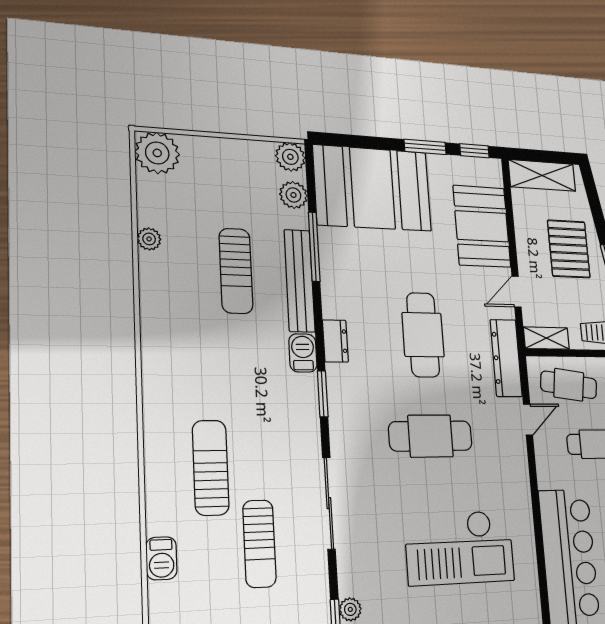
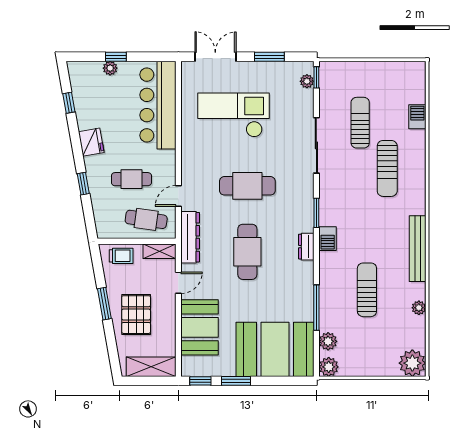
bench: (299, 281) -> (418, 249), moved

